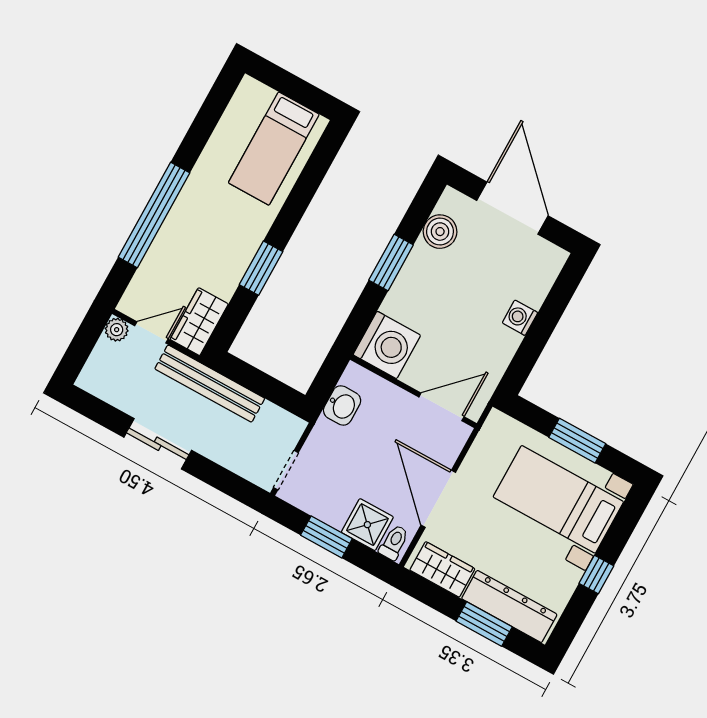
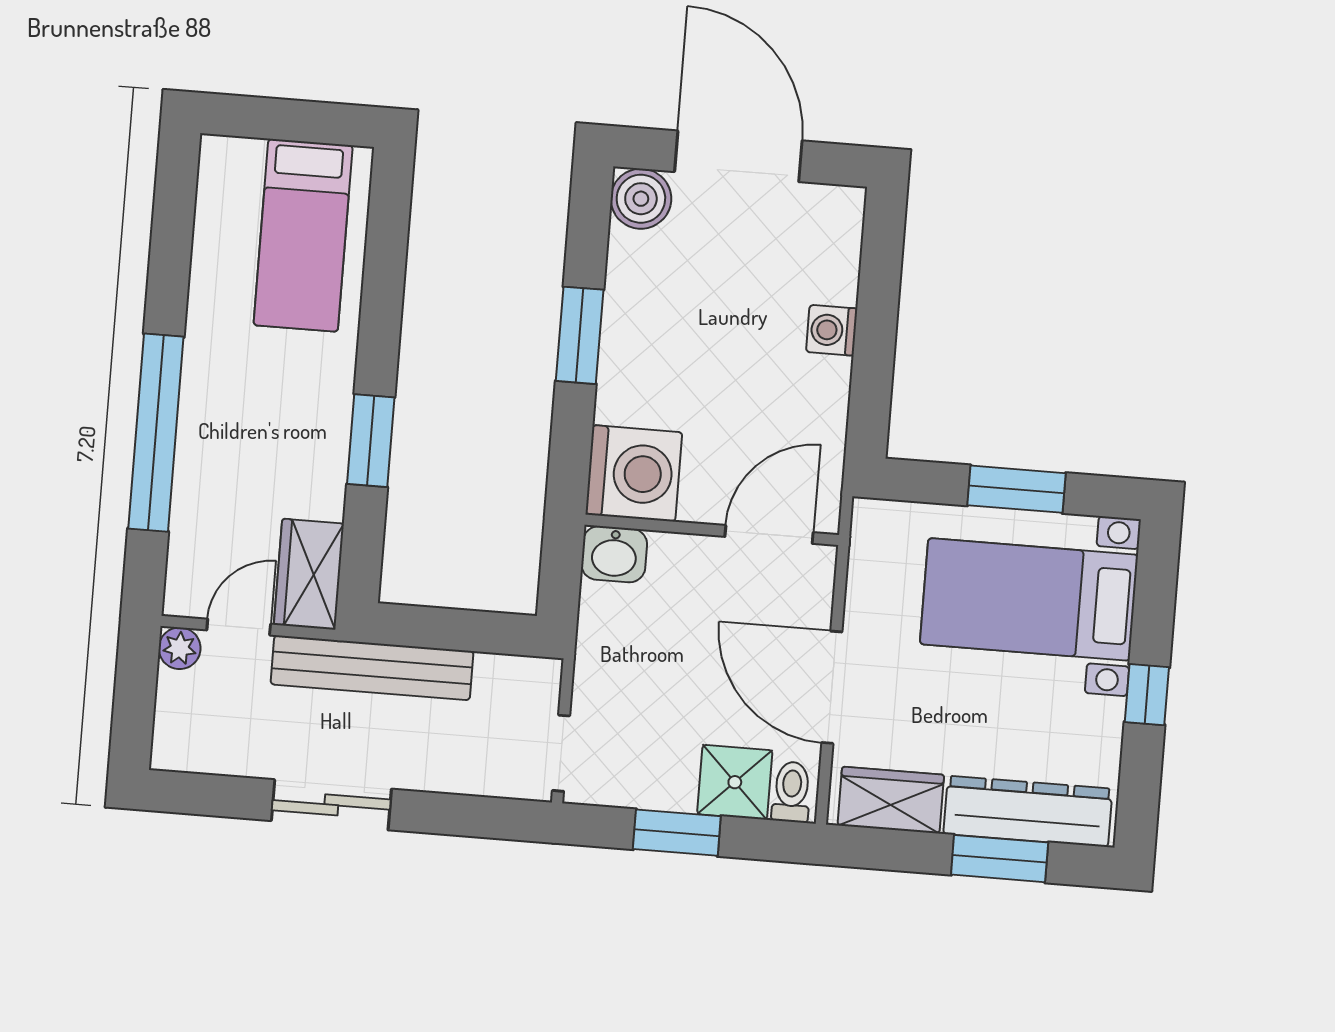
boiler: (440, 232) -> (641, 199), moved
washbasin: (342, 405) -> (614, 554), moved, turned 90

